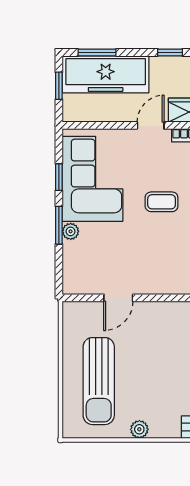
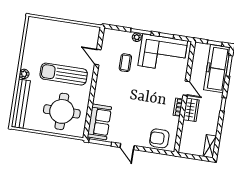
coffee table: (162, 202) -> (125, 63), moved
sun lounger: (99, 381) -> (64, 74), moved
plant: (139, 429) -> (24, 74), moved

